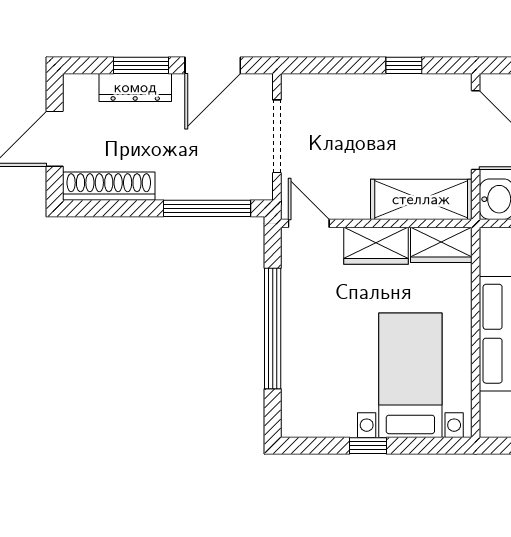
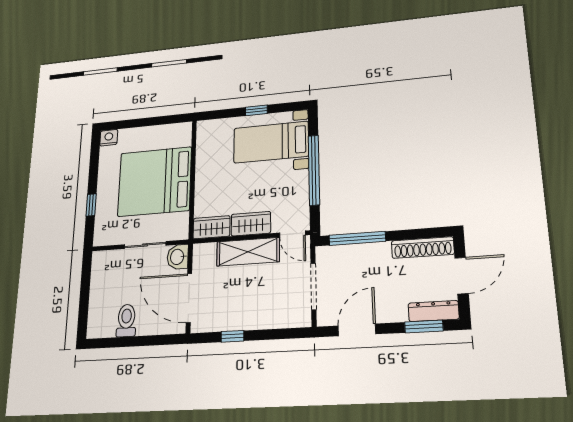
window: (141, 65) -> (424, 326), moved
dresser: (135, 87) -> (434, 311), moved
shelving: (421, 199) -> (248, 252), moved
bed with nightstands: (410, 375) -> (271, 142), moved, turned 90

